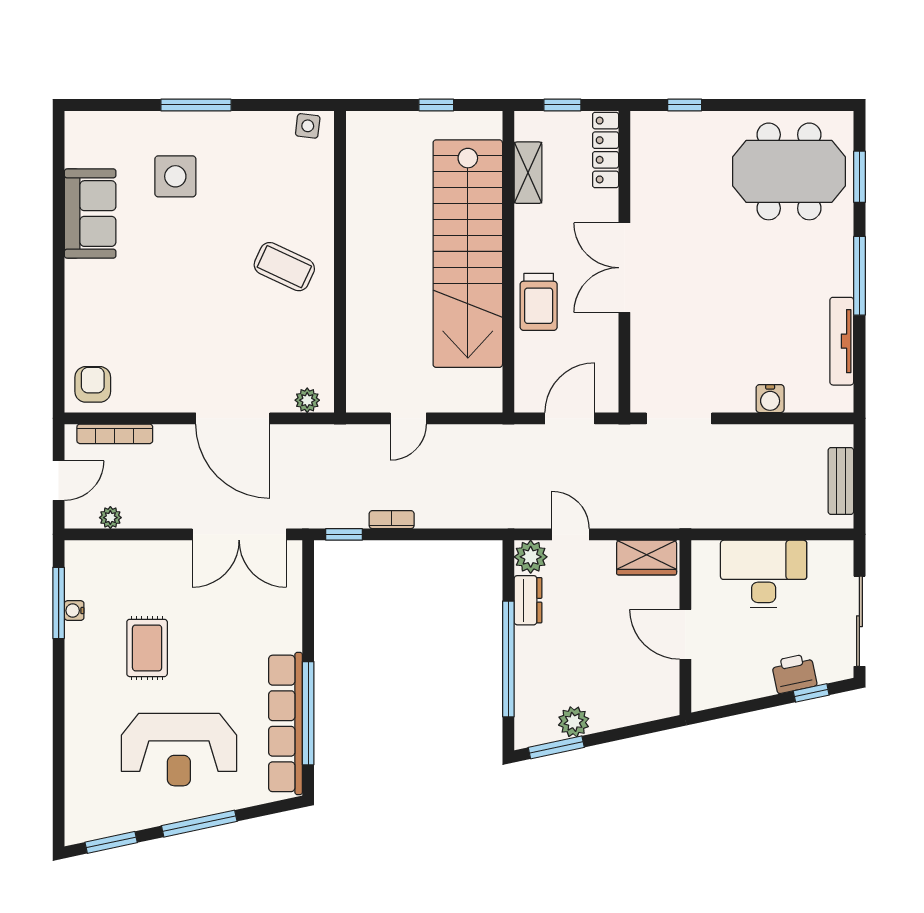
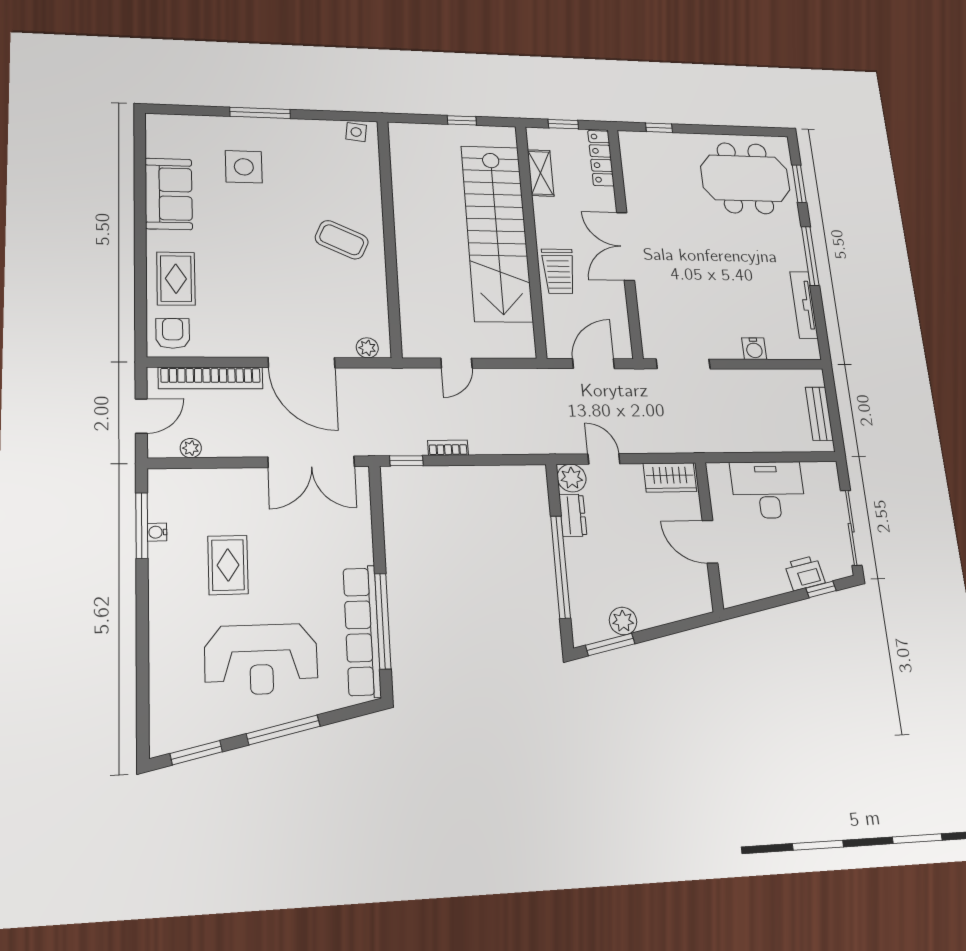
rug: (97, 318) -> (176, 279), added
bookcase: (115, 434) -> (211, 378), width x1.48, depth x1.31

